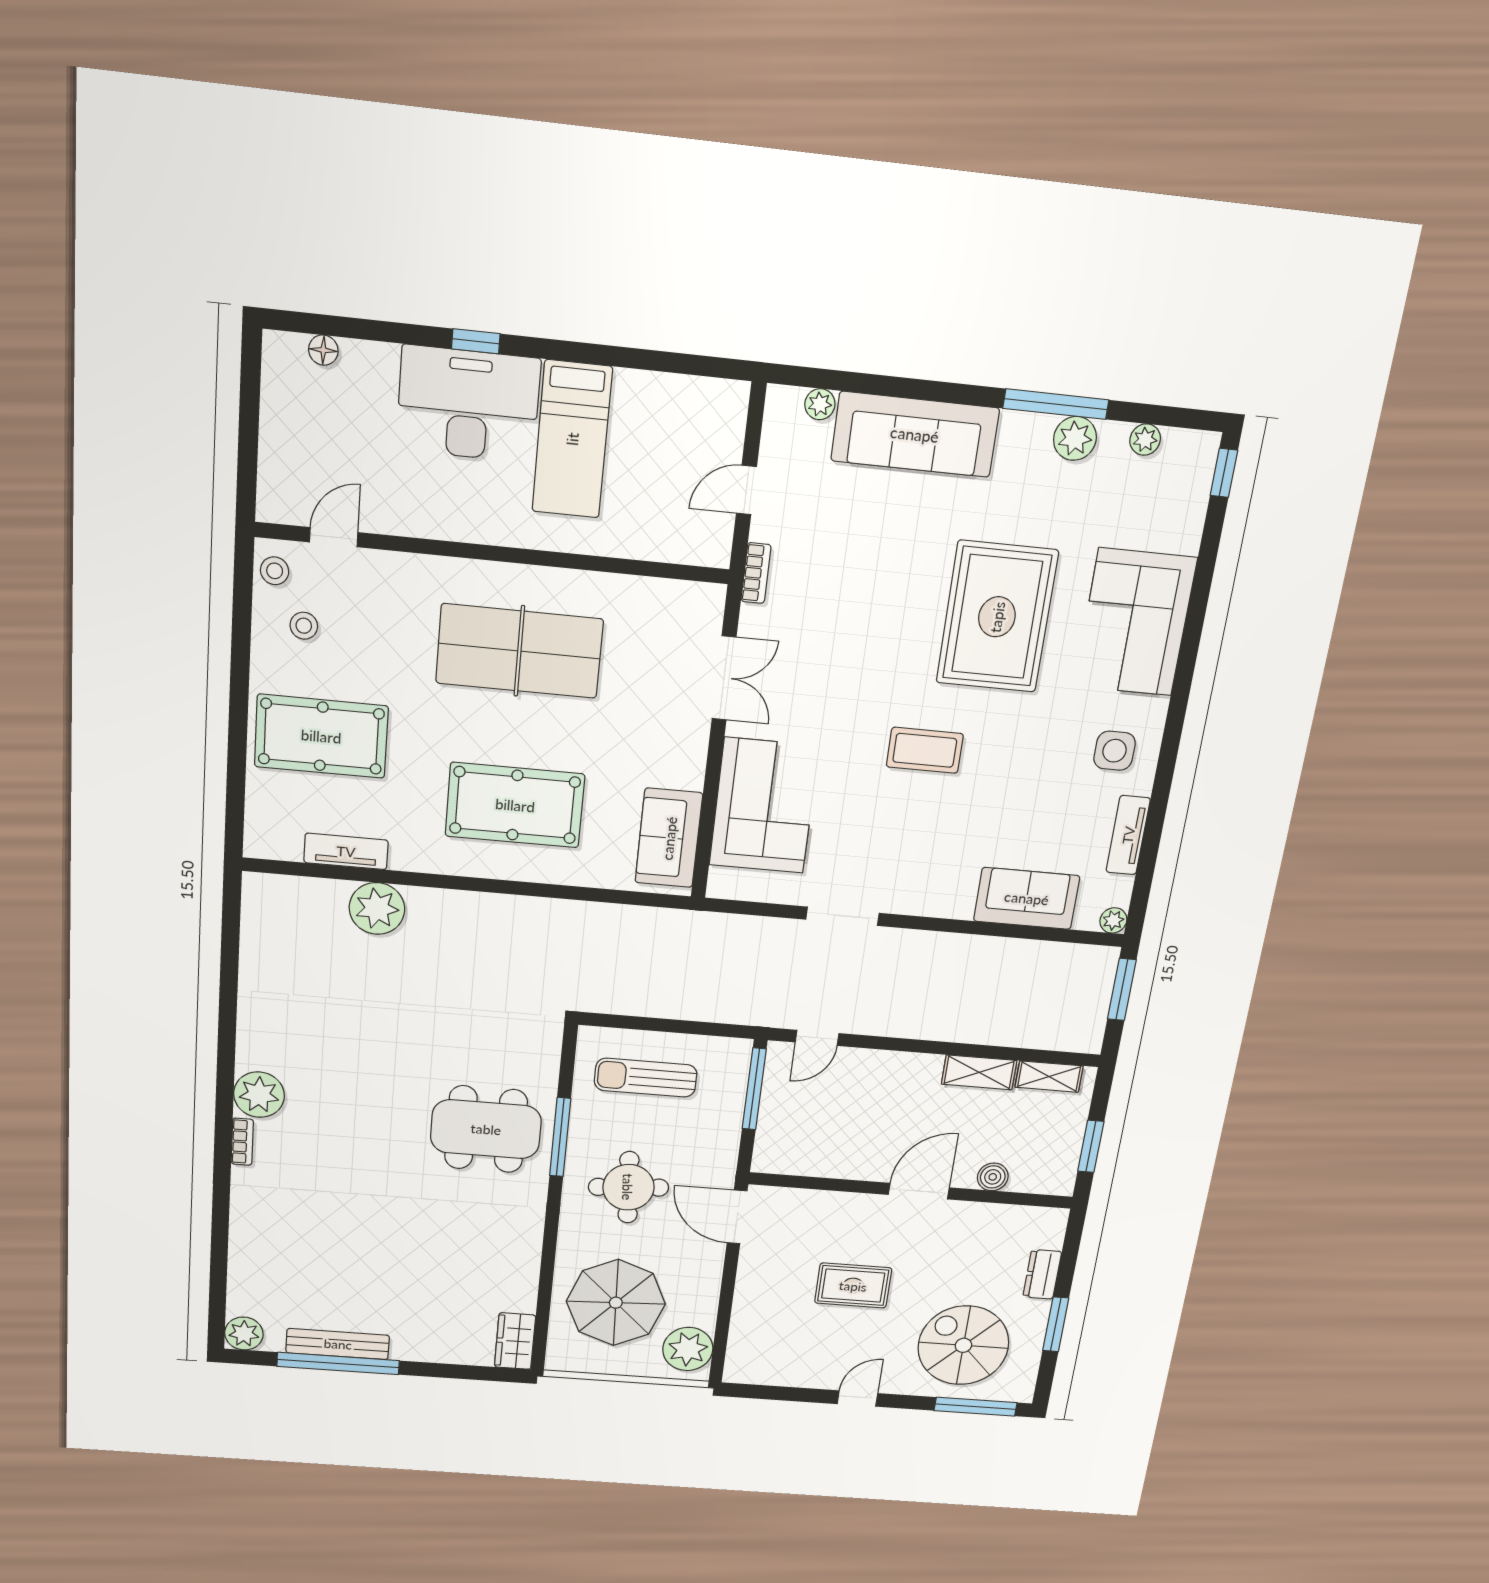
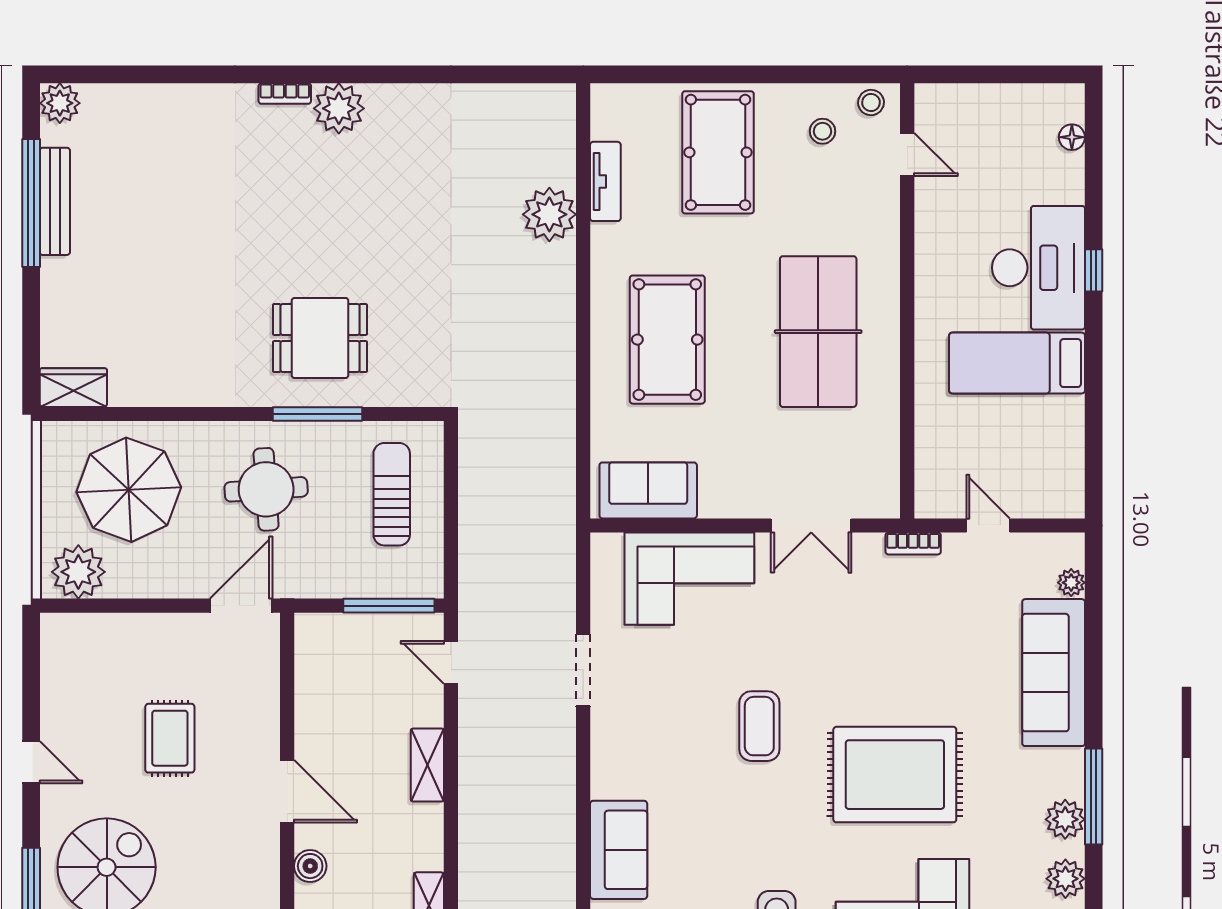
plant: (1145, 440) -> (1065, 879), width x1.38, depth x1.38
shelving: (979, 1072) -> (427, 765), moved
dining table: (486, 1129) -> (320, 338), width x0.73

